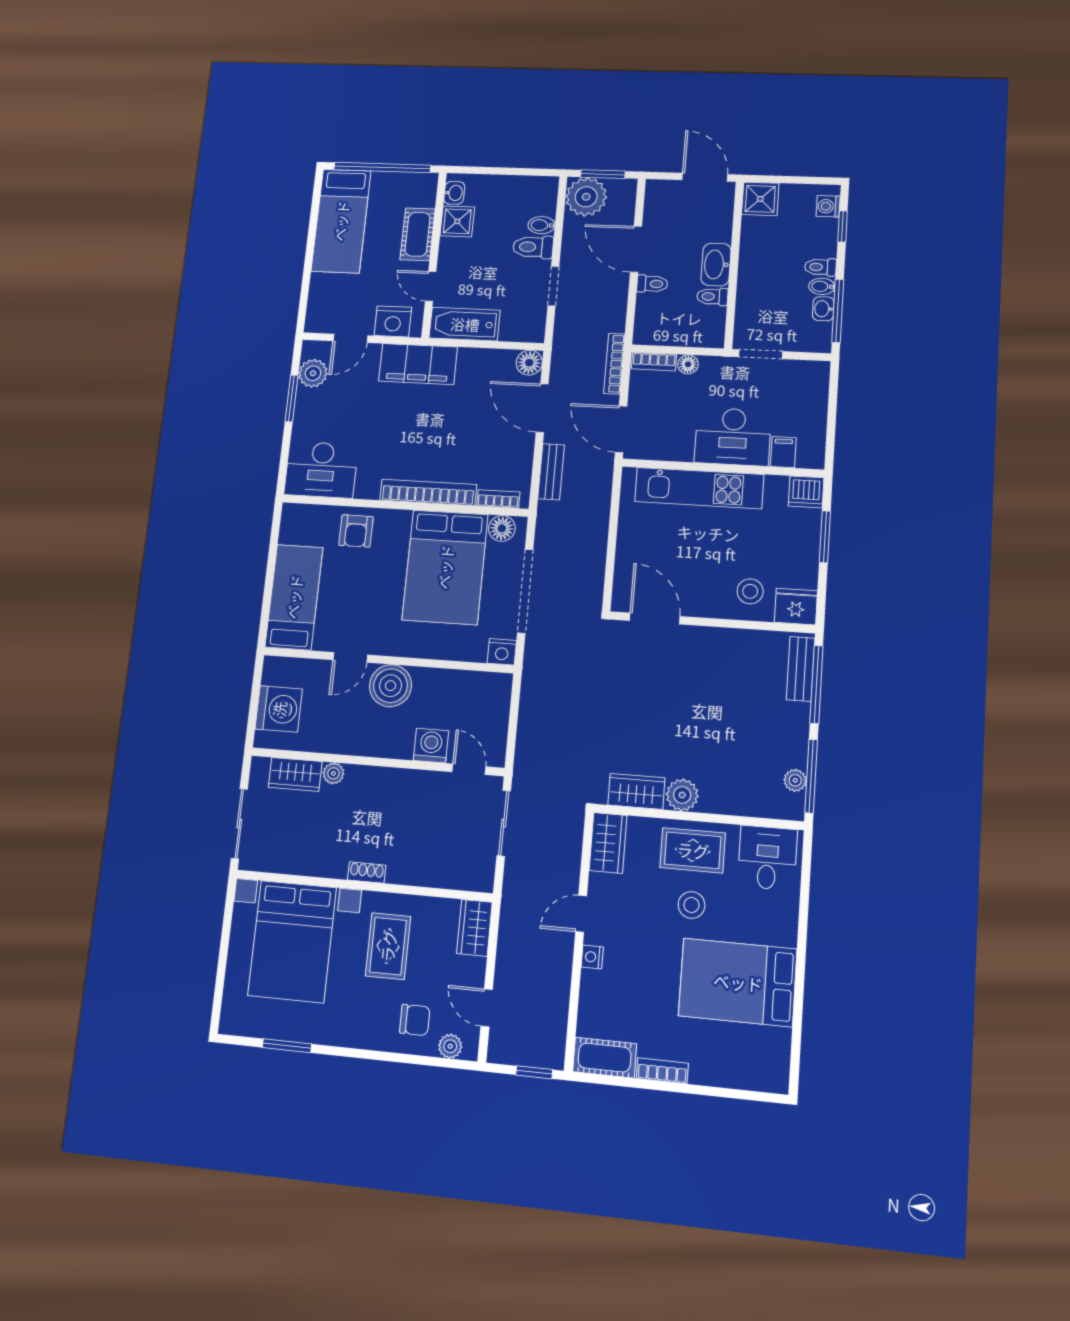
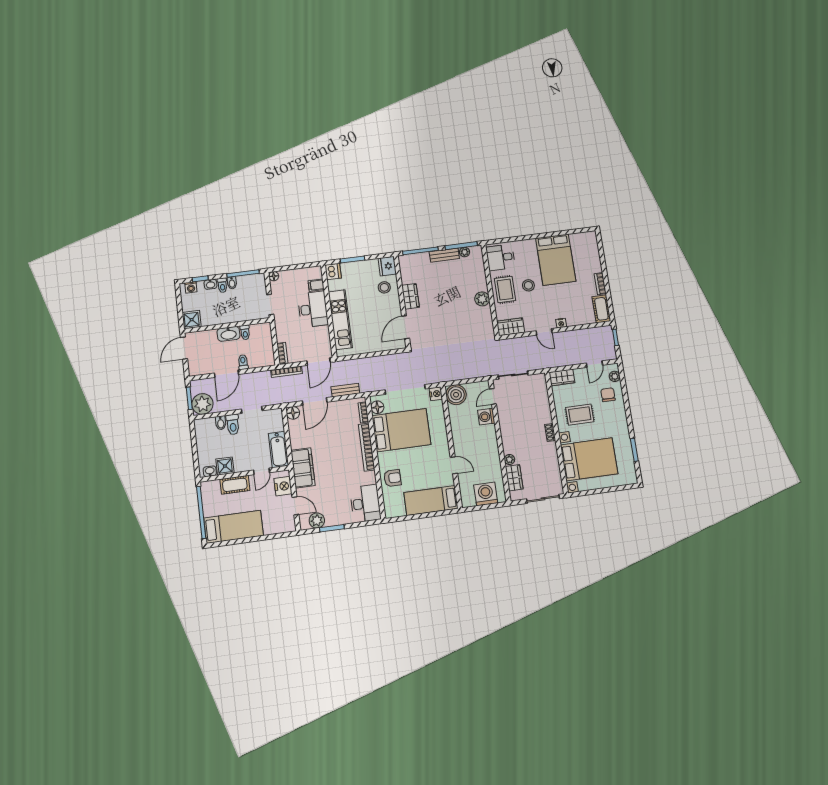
washbasin: (823, 309) -> (210, 284), moved
floor lamp: (688, 364) -> (274, 276), moved
bench: (801, 669) -> (444, 255), moved
boiler: (391, 686) -> (456, 395), moved
wardrobe: (636, 791) -> (411, 296), moved, turned 180

